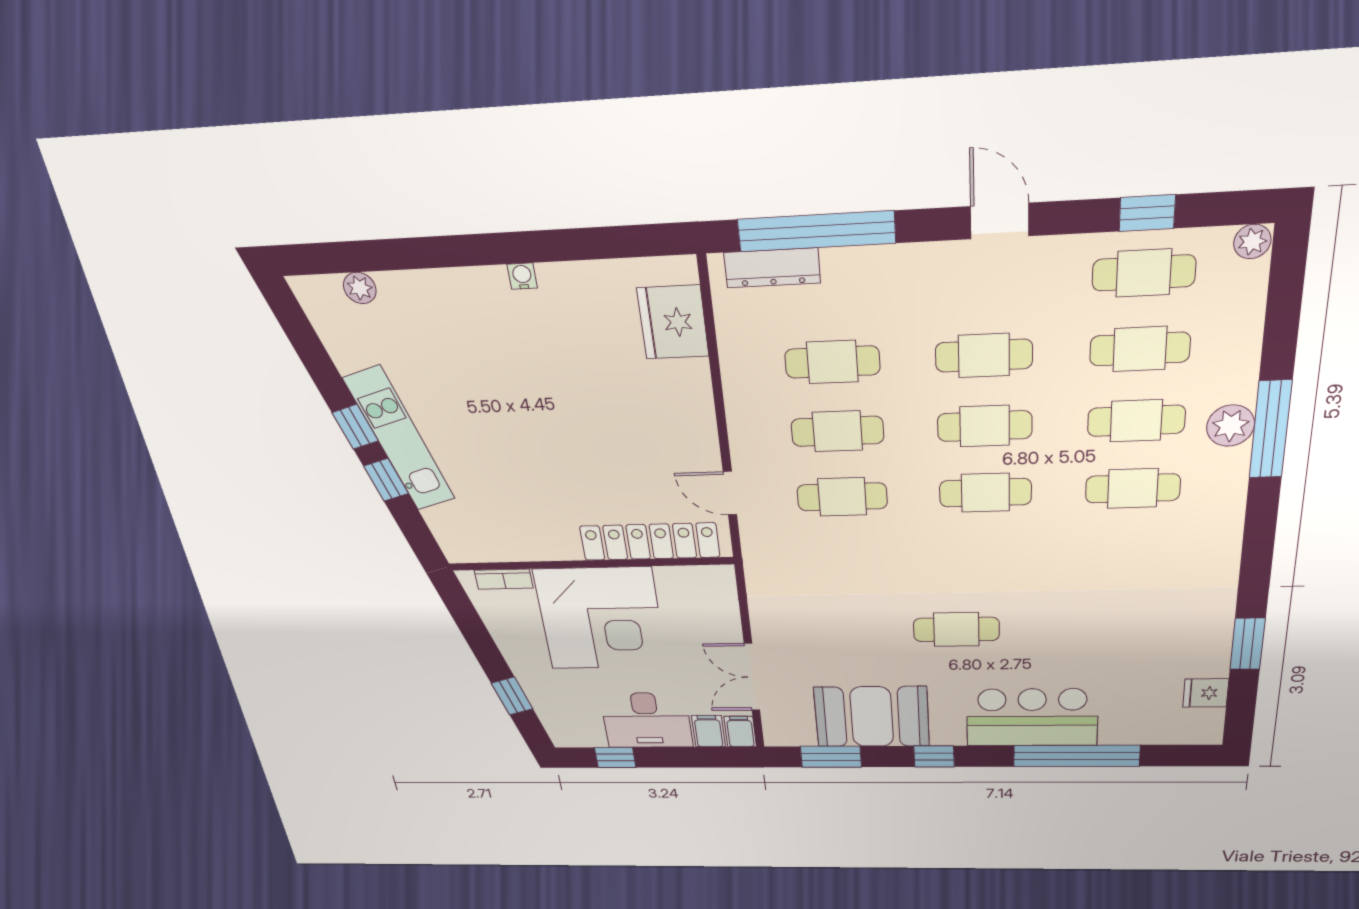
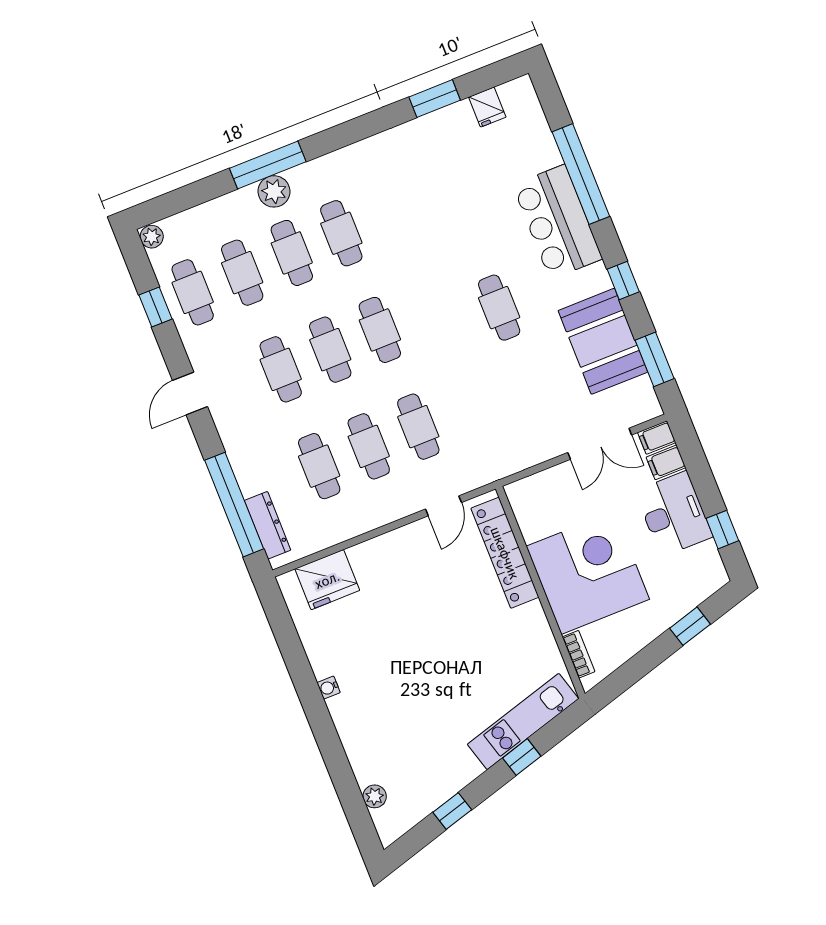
window: (355, 427) -> (452, 811), moved
kitchen unit: (399, 439) -> (523, 721), moved

